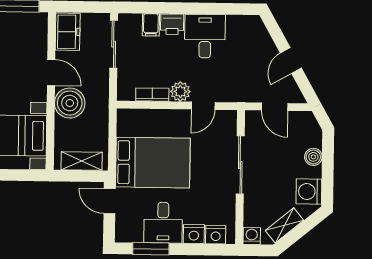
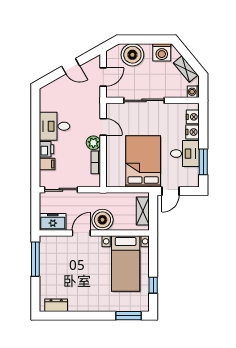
boiler: (313, 157) -> (132, 55), width x1.86, depth x1.86

